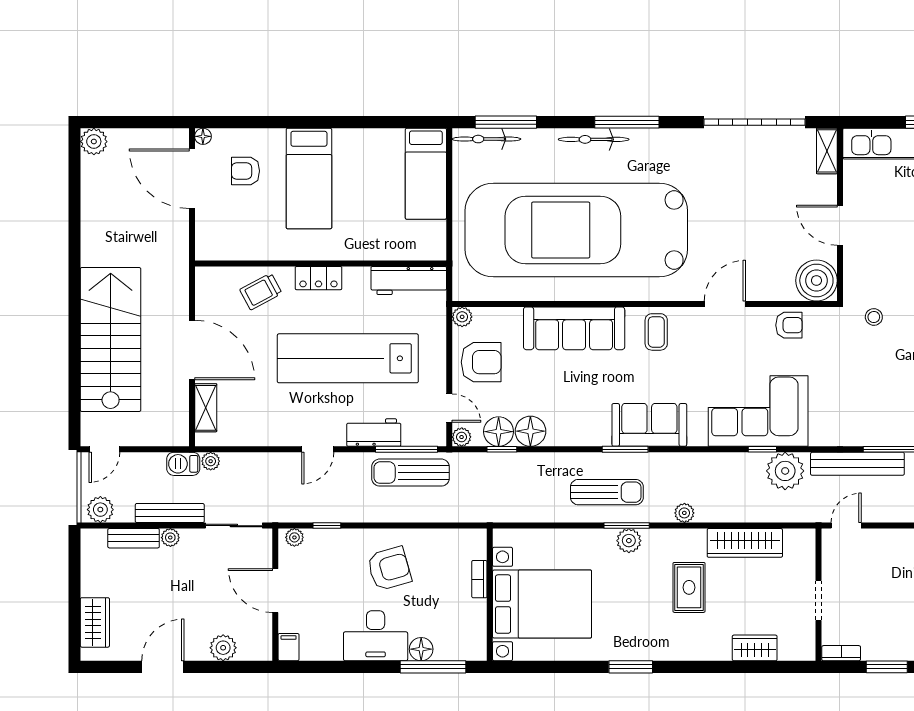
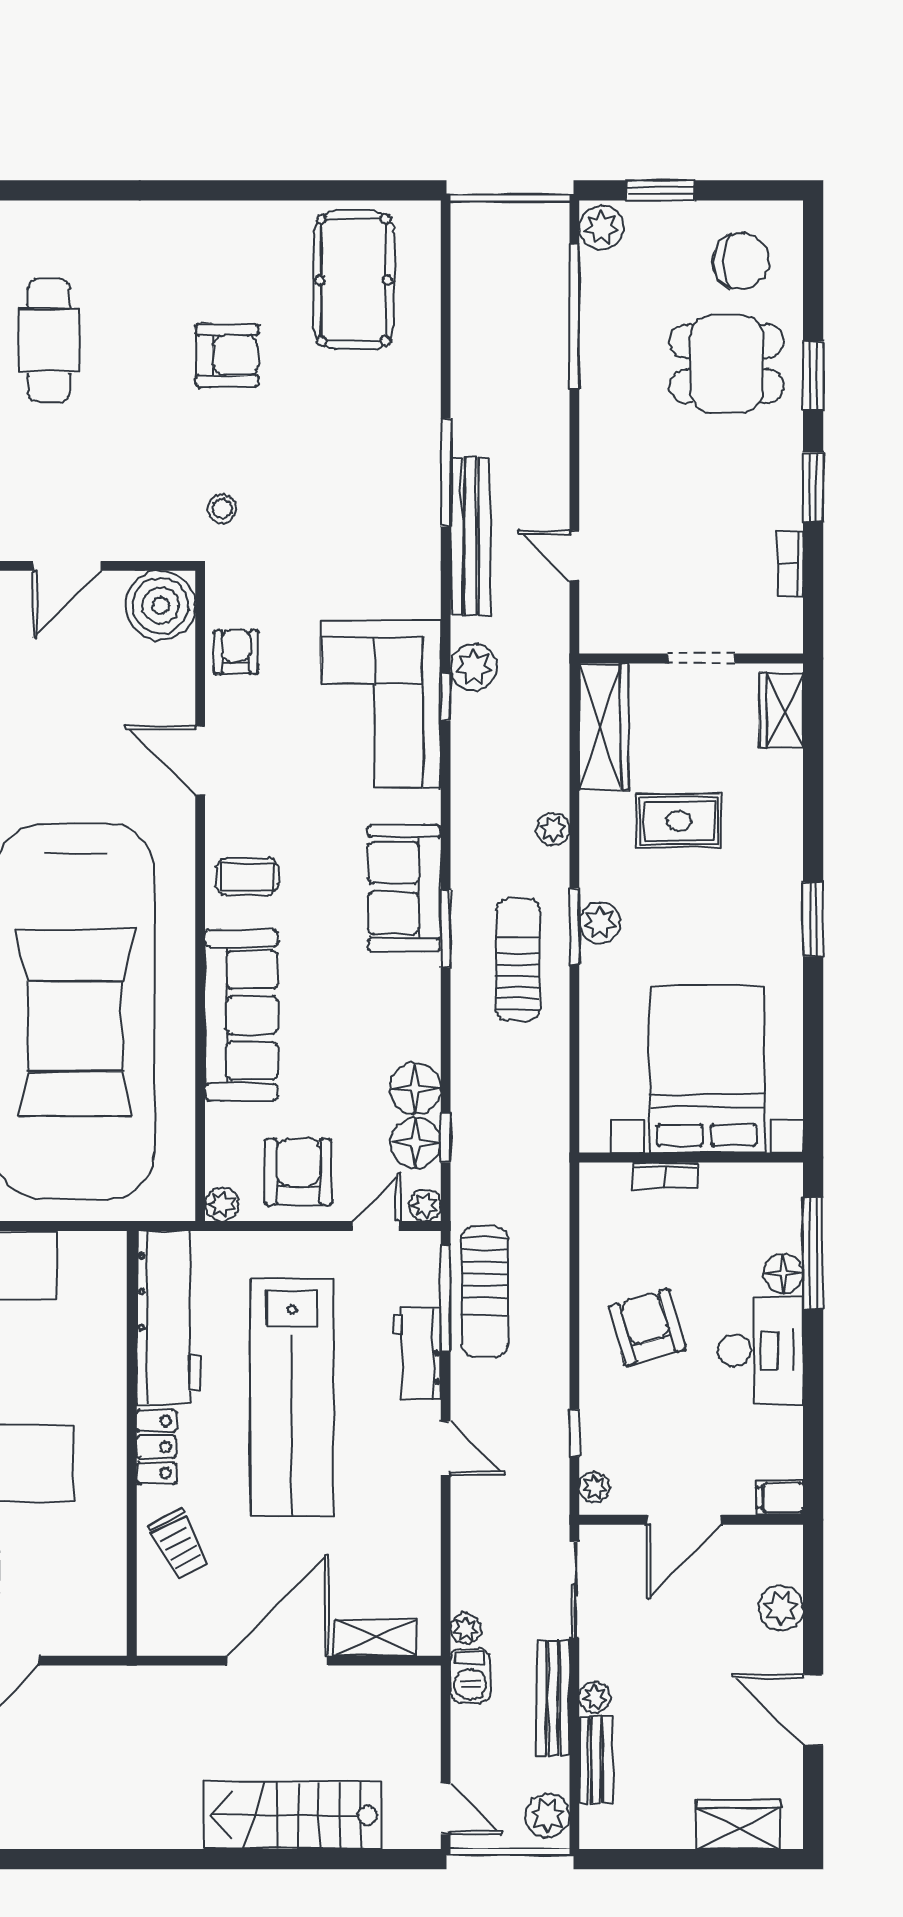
workbench: (409, 280) -> (168, 1318), width x1.36, depth x1.32
stairs: (111, 339) -> (293, 1815), width x0.73, depth x0.66
plant: (785, 471) -> (474, 667), width x0.73, depth x0.73
wall: (819, 595) -> (691, 658), moved
doorway: (819, 600) -> (701, 658), moved

